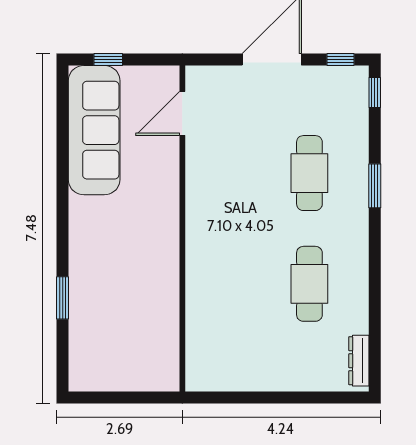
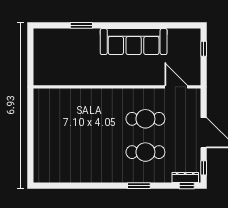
sofa: (94, 130) -> (134, 42), moved
cafe table: (309, 284) -> (145, 119), moved
dresser: (359, 361) -> (185, 177), moved

